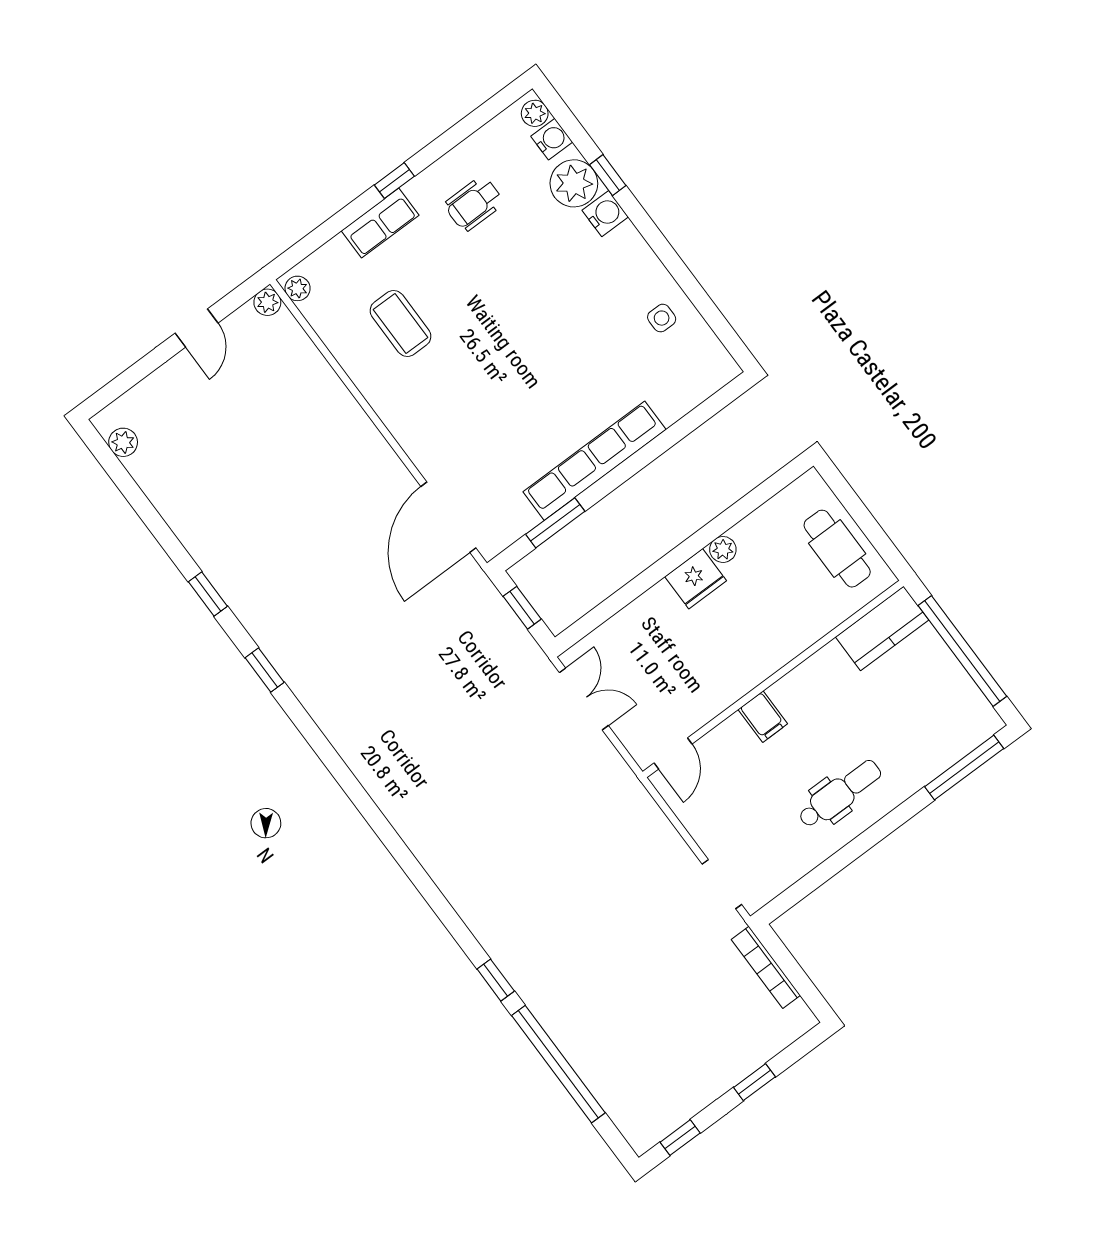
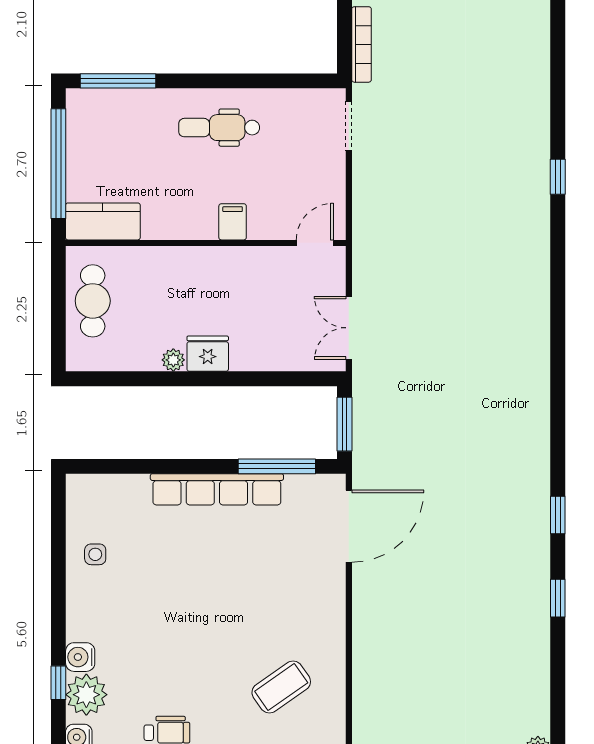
coffee table: (401, 324) -> (281, 687), turned 55
window: (555, 523) -> (277, 466), width x1.44
window: (522, 608) -> (345, 424), width x1.50
window: (558, 1064) -> (558, 85), removed

